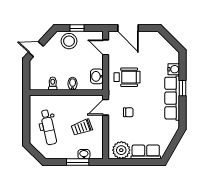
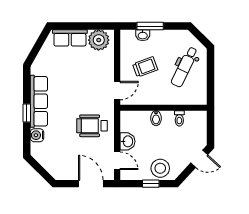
washbasin: (97, 76) -> (127, 141), moved
chair: (128, 112) -> (90, 85), removed
dental chair: (48, 127) -> (184, 67), turned -141

